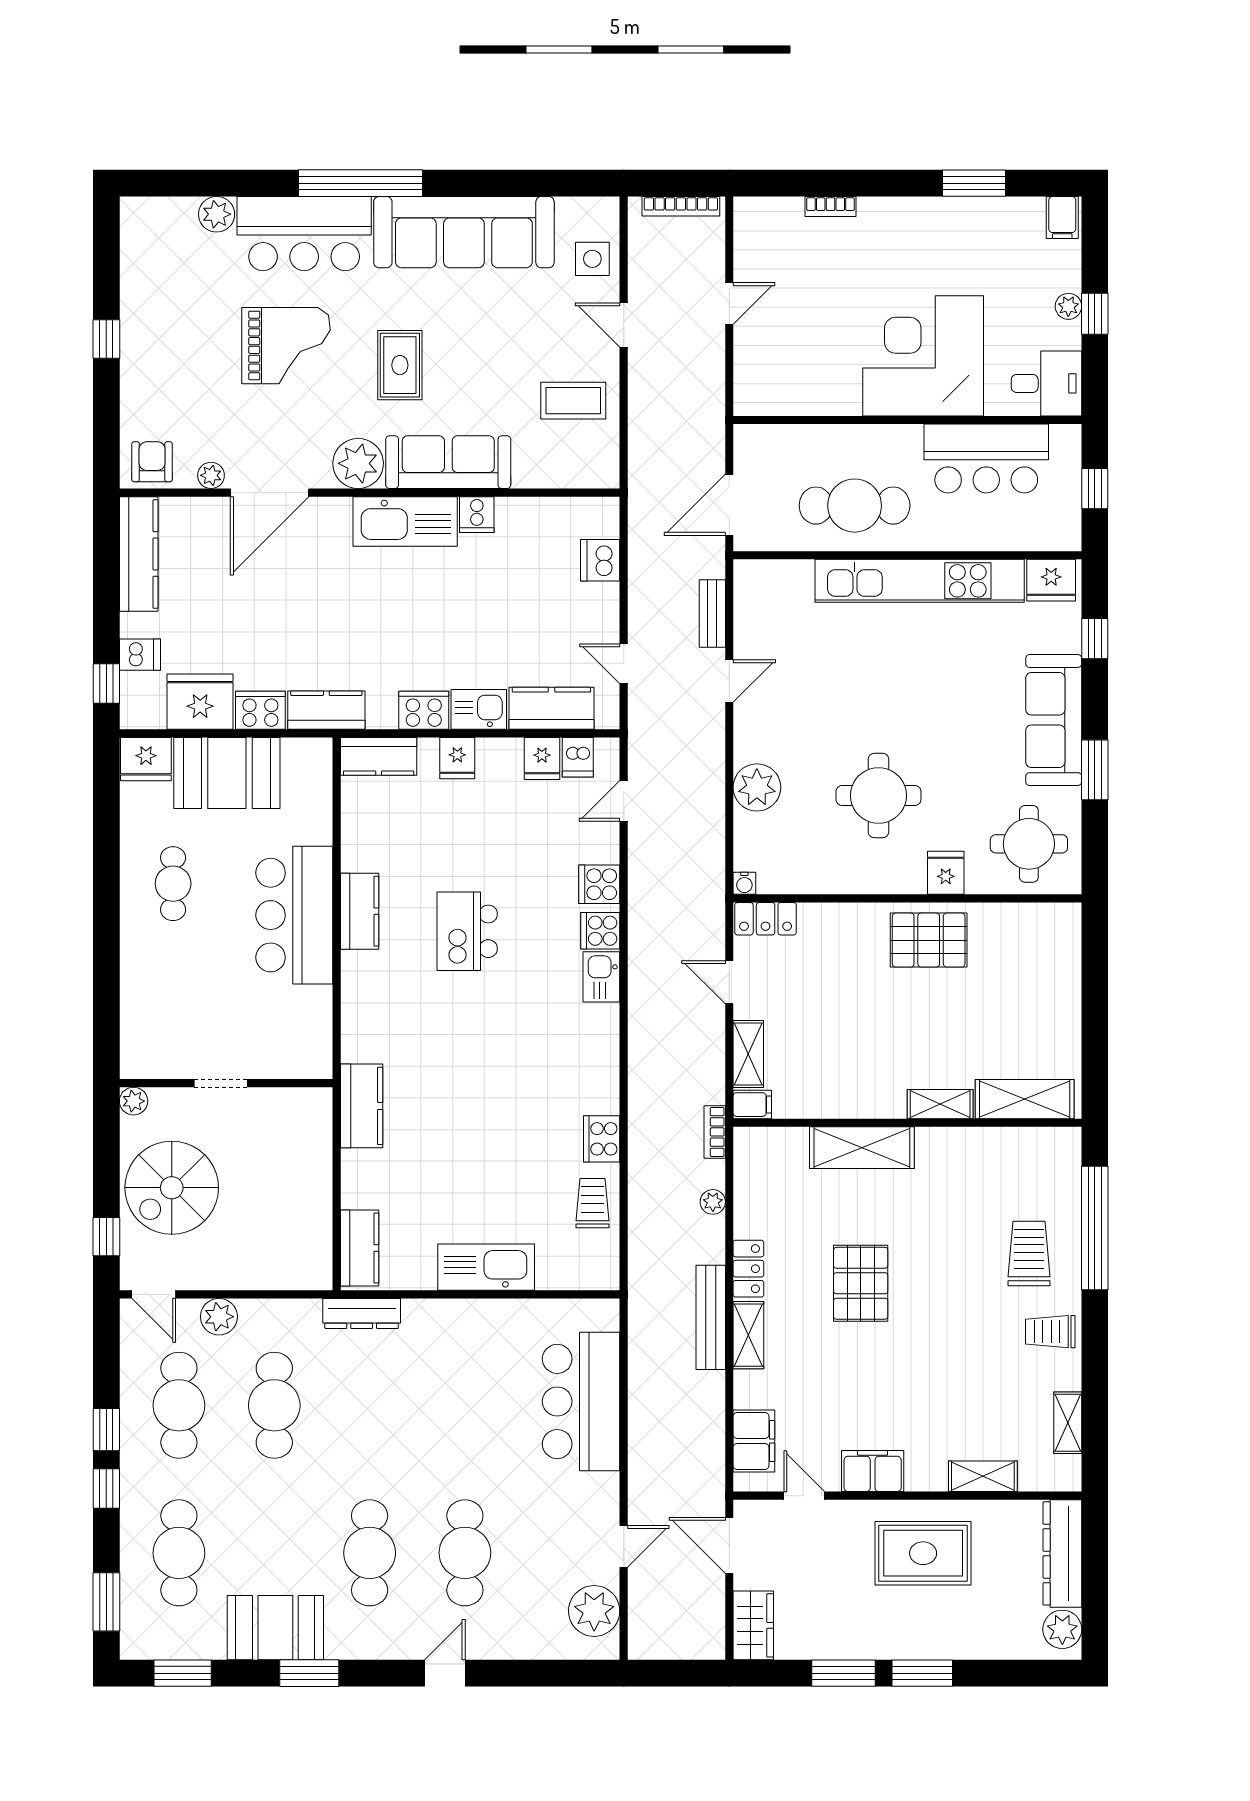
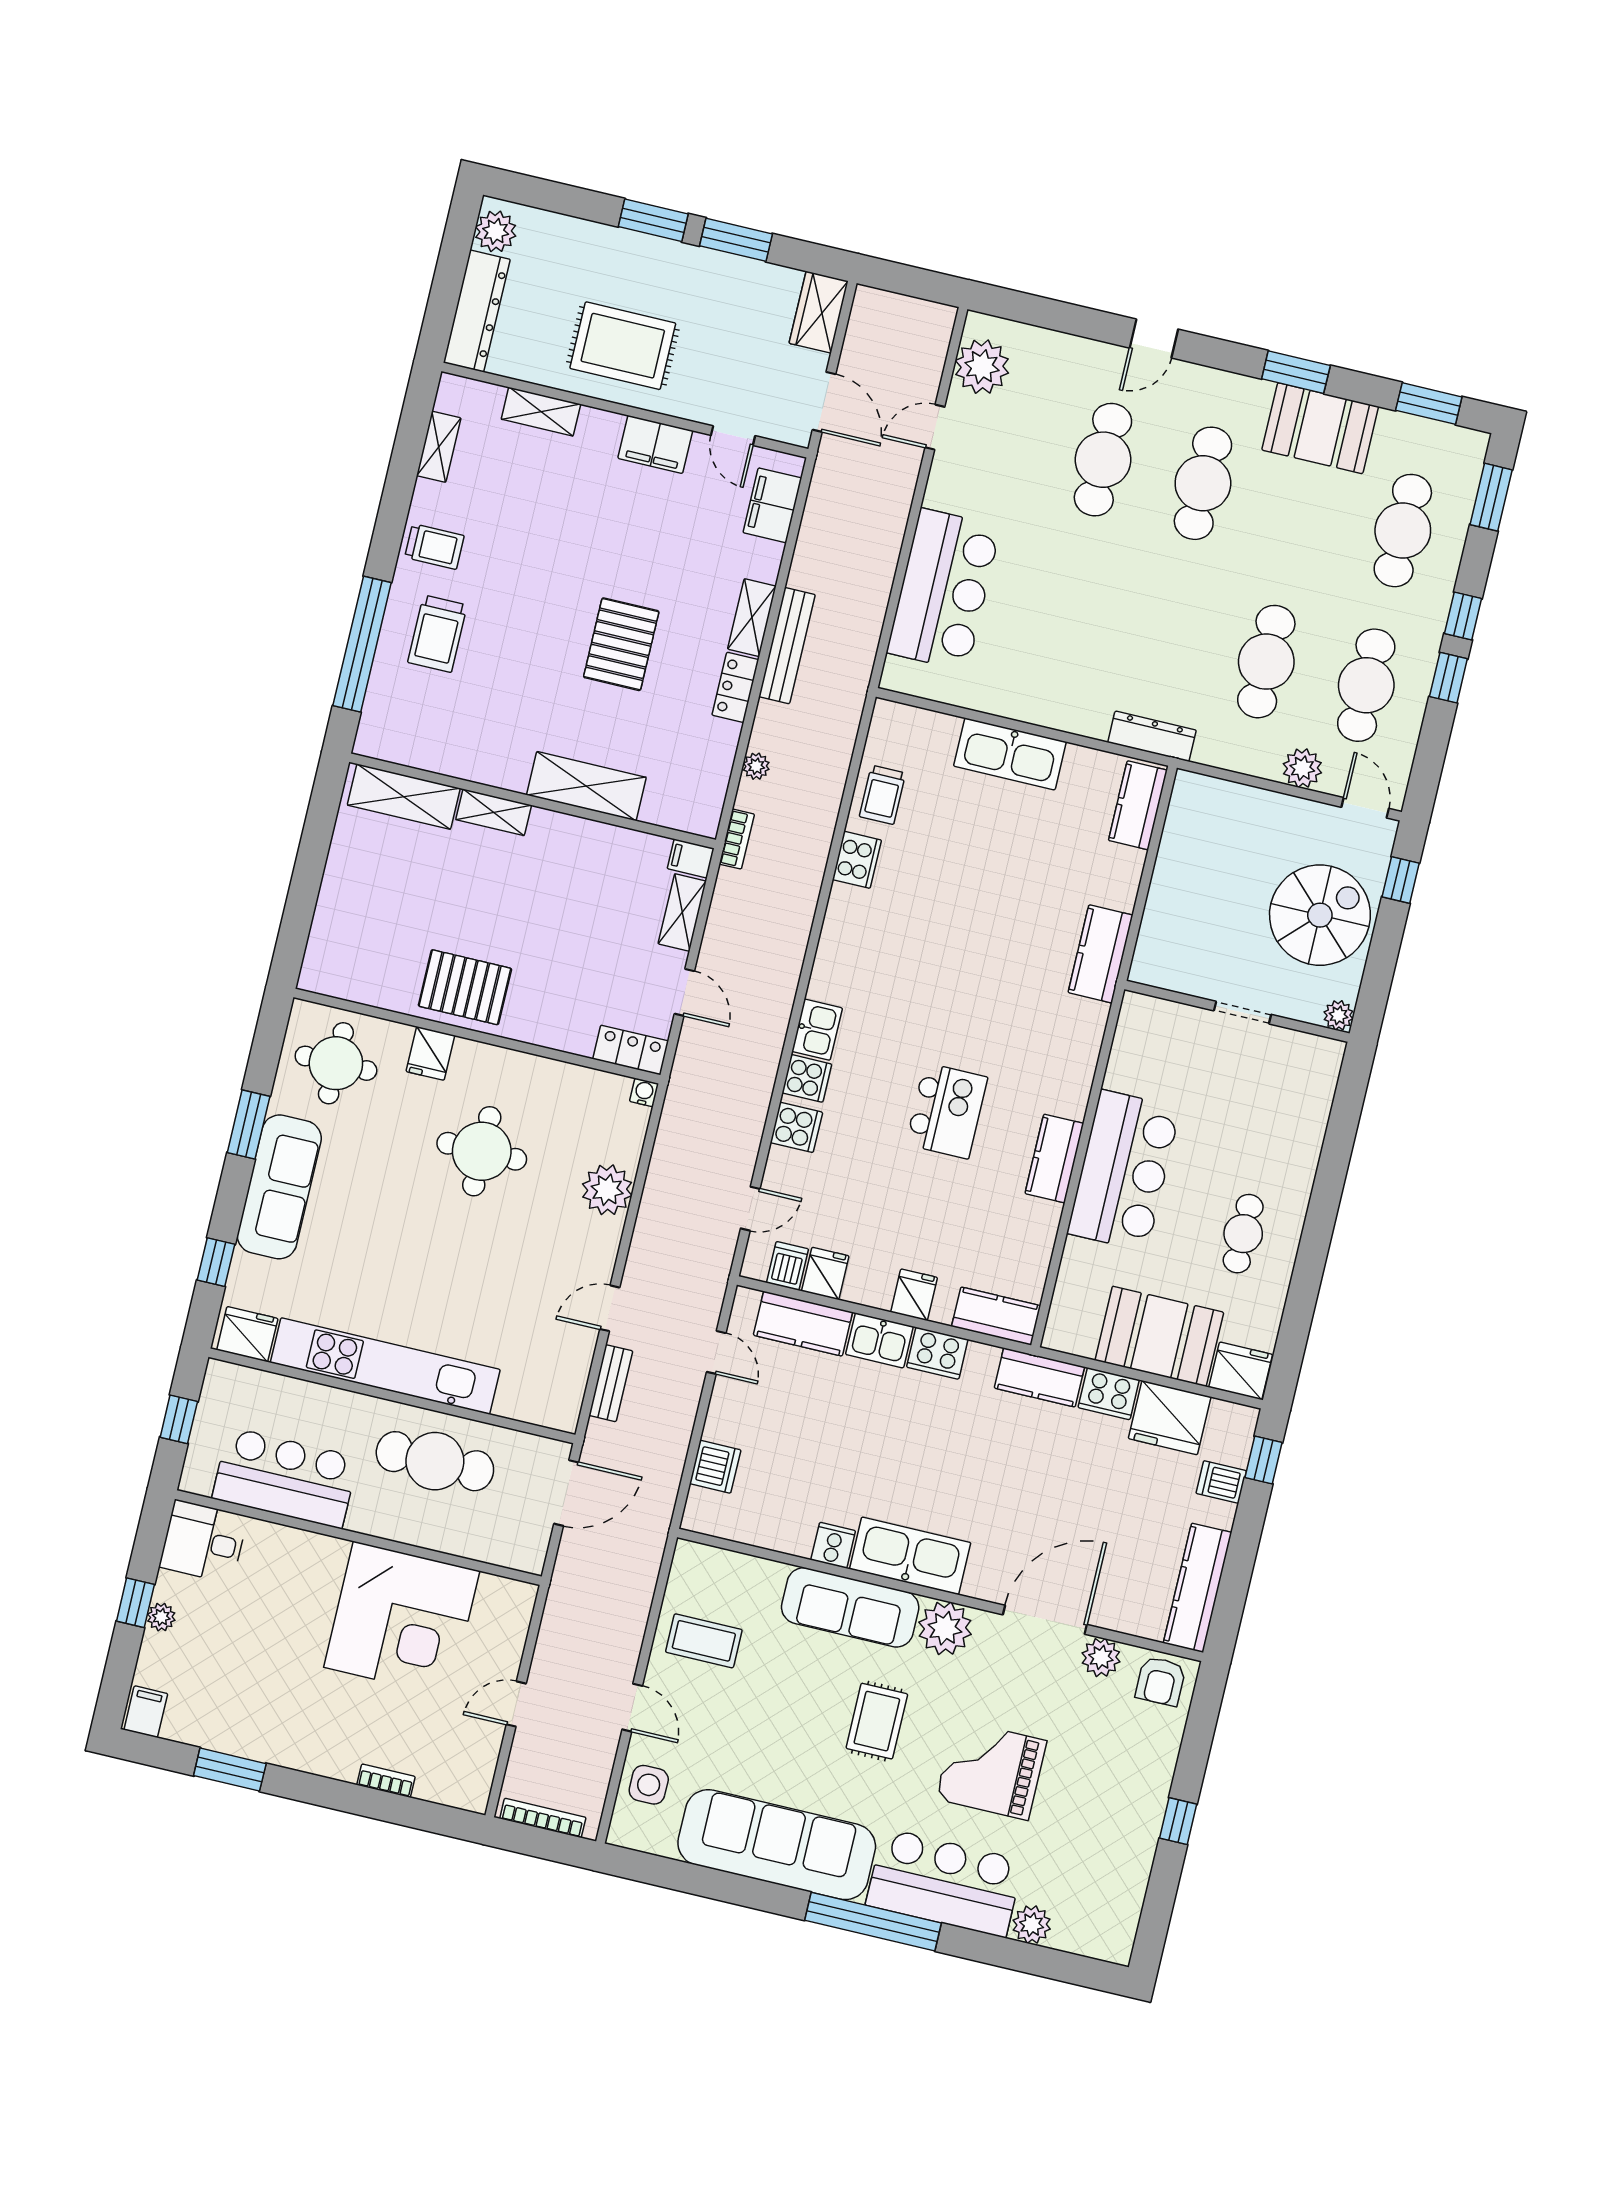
corner desk: (923, 356) -> (402, 1619), moved
plant: (211, 475) -> (1101, 1657), width x1.38, depth x1.38

